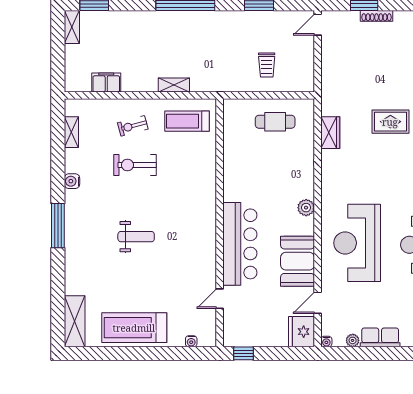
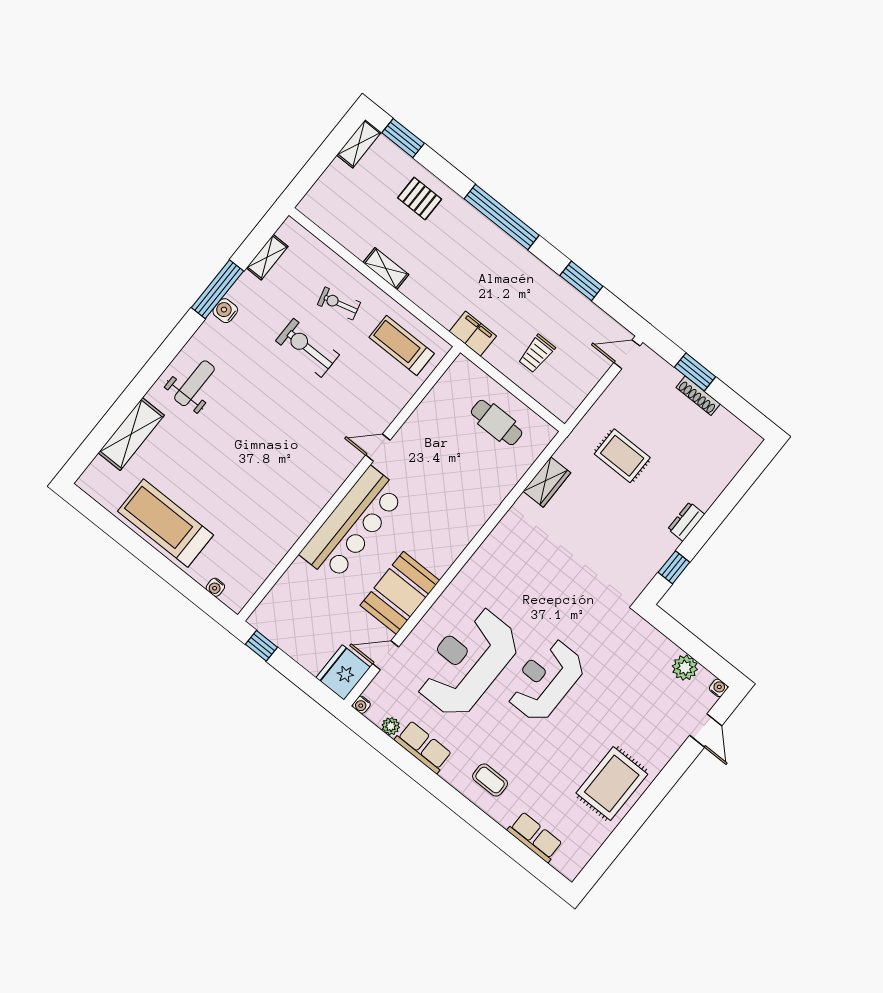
pallet: (131, 30) -> (420, 199), added
filing cabinet: (106, 82) -> (473, 334), moved
shelving: (174, 85) -> (386, 269), moved
rug: (390, 122) -> (622, 456), moved
plant: (306, 208) -> (456, 542), removed
window: (58, 226) -> (217, 289), moved
weight bench: (136, 237) -> (194, 383), moved, turned -90
reception desk: (357, 243) -> (467, 662), moved
door: (220, 299) -> (378, 448), moved
shelving: (75, 321) -> (131, 434), moved

